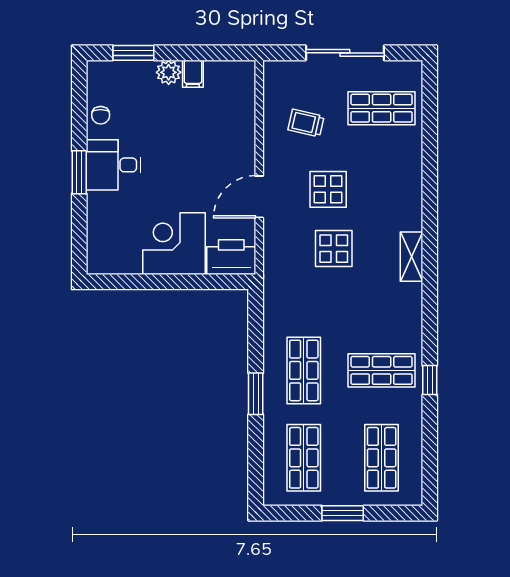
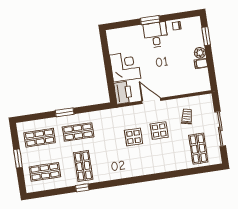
shelving: (411, 257) -> (135, 172), removed

